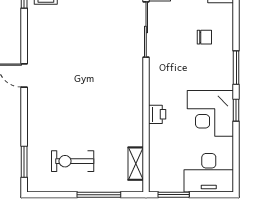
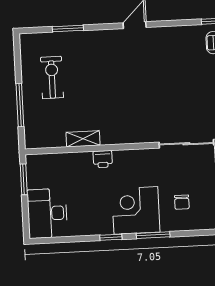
corner desk: (210, 113) -> (136, 210), moved
window: (24, 162) -> (68, 28), moved
shelving: (136, 164) -> (83, 139), moved

